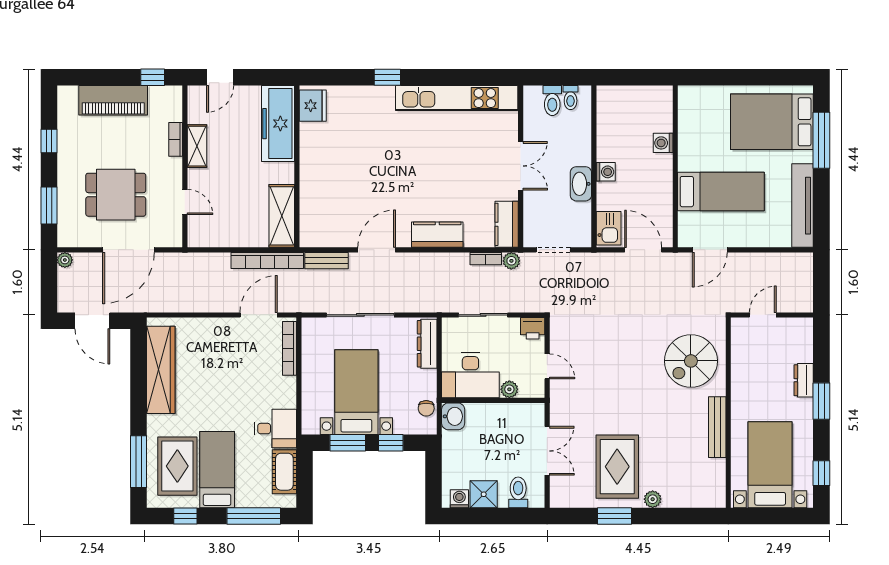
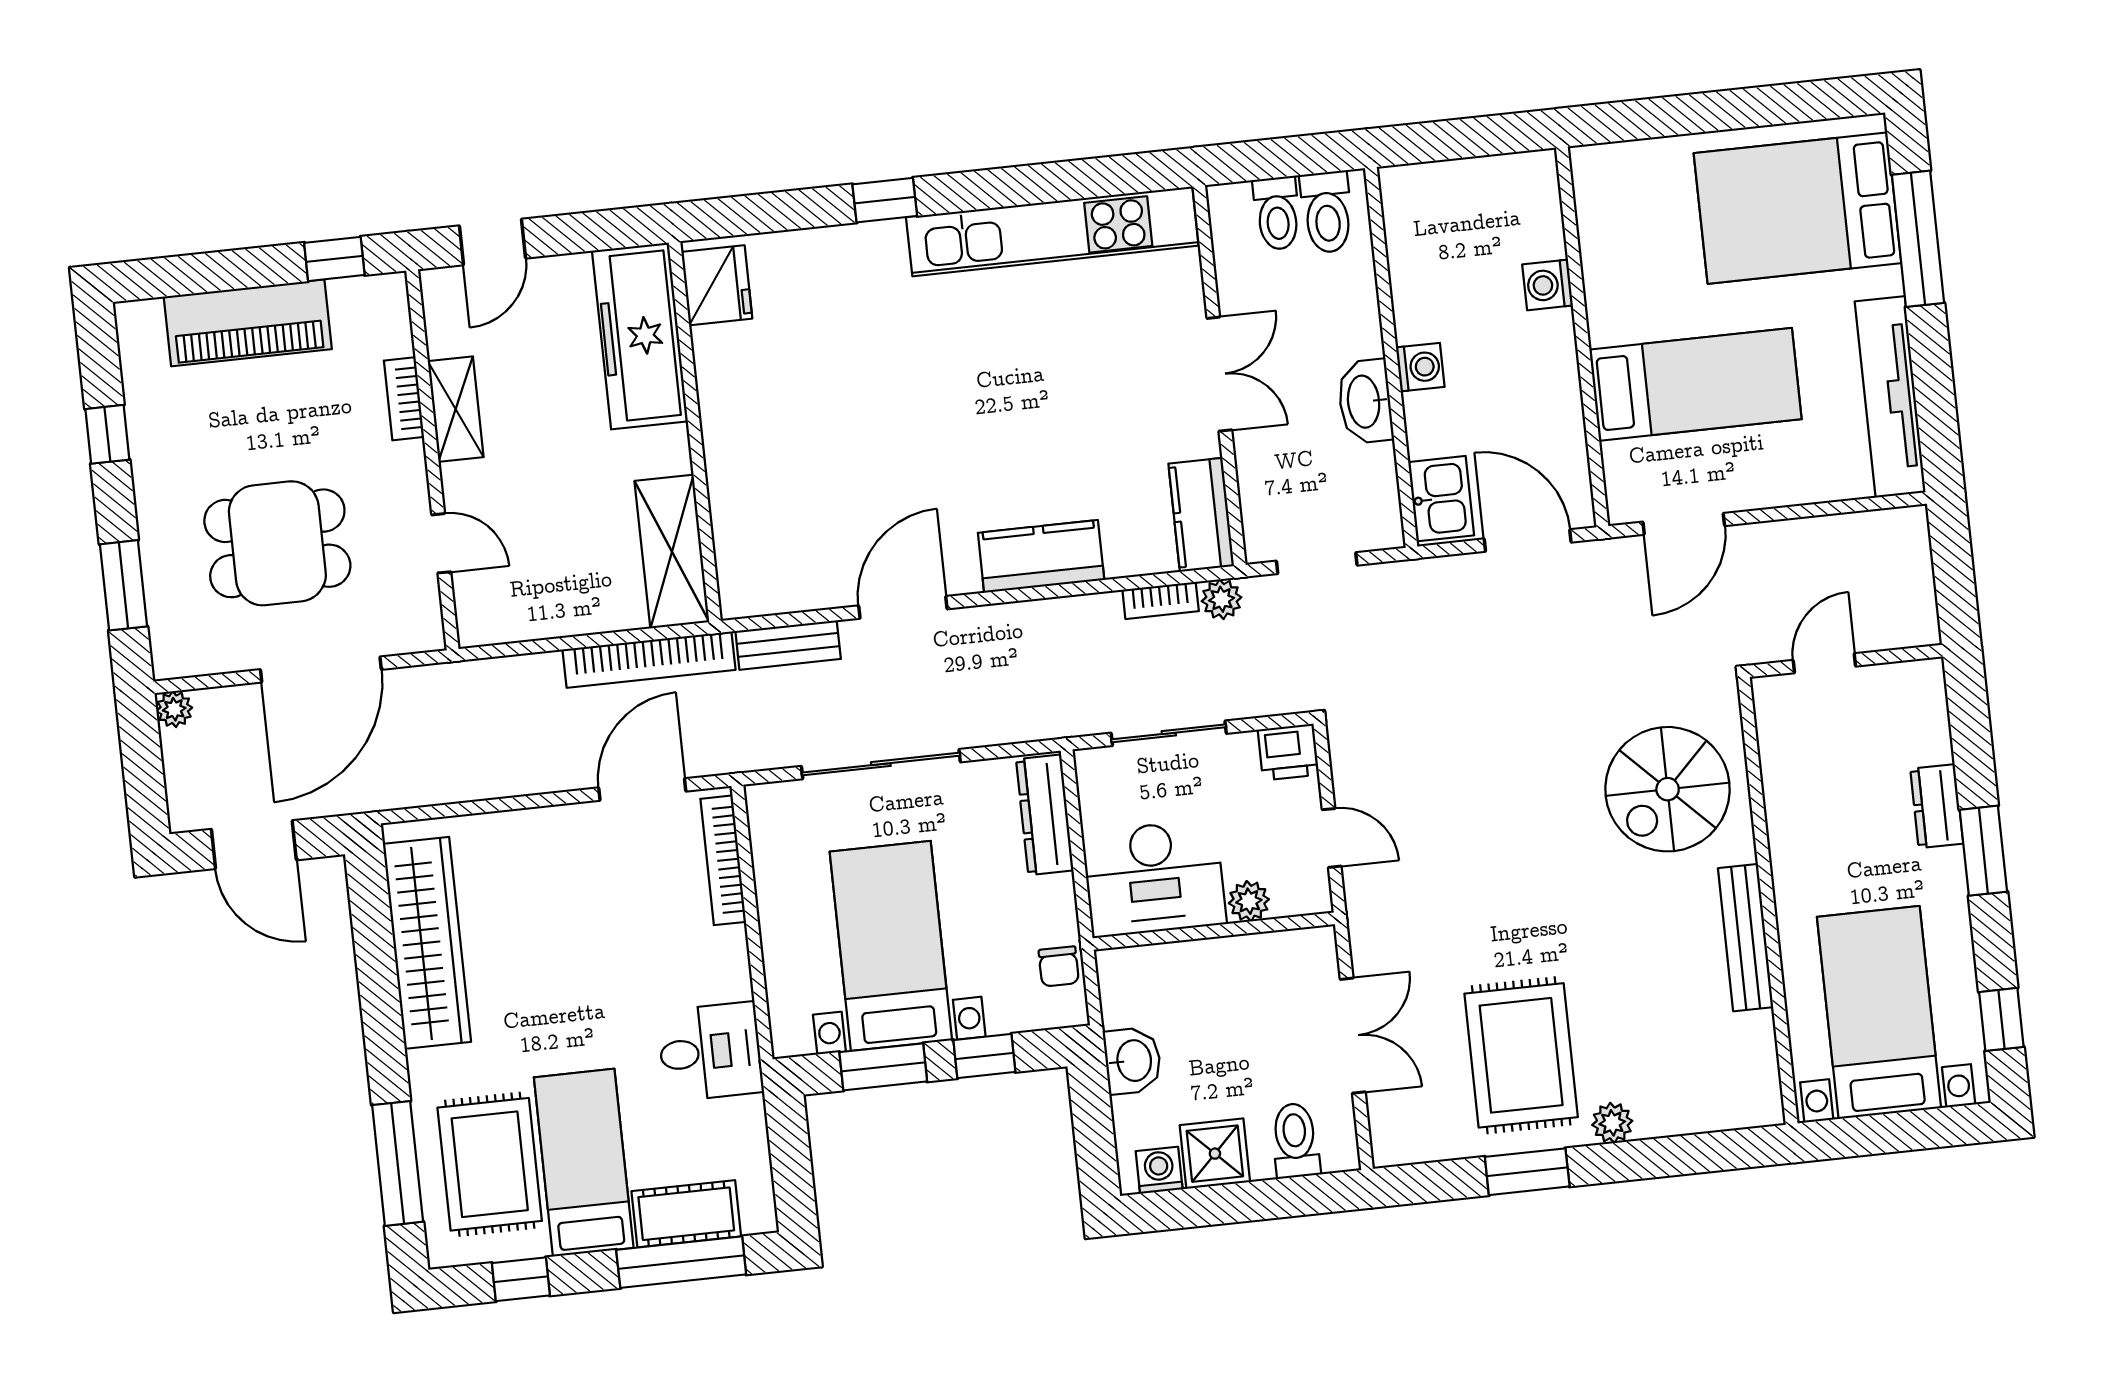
toilet: (571, 98) -> (1327, 212), width x1.37, depth x1.39
washbasin: (453, 416) -> (1133, 1061), moved
cot: (284, 472) -> (686, 1214), moved, turned 90

